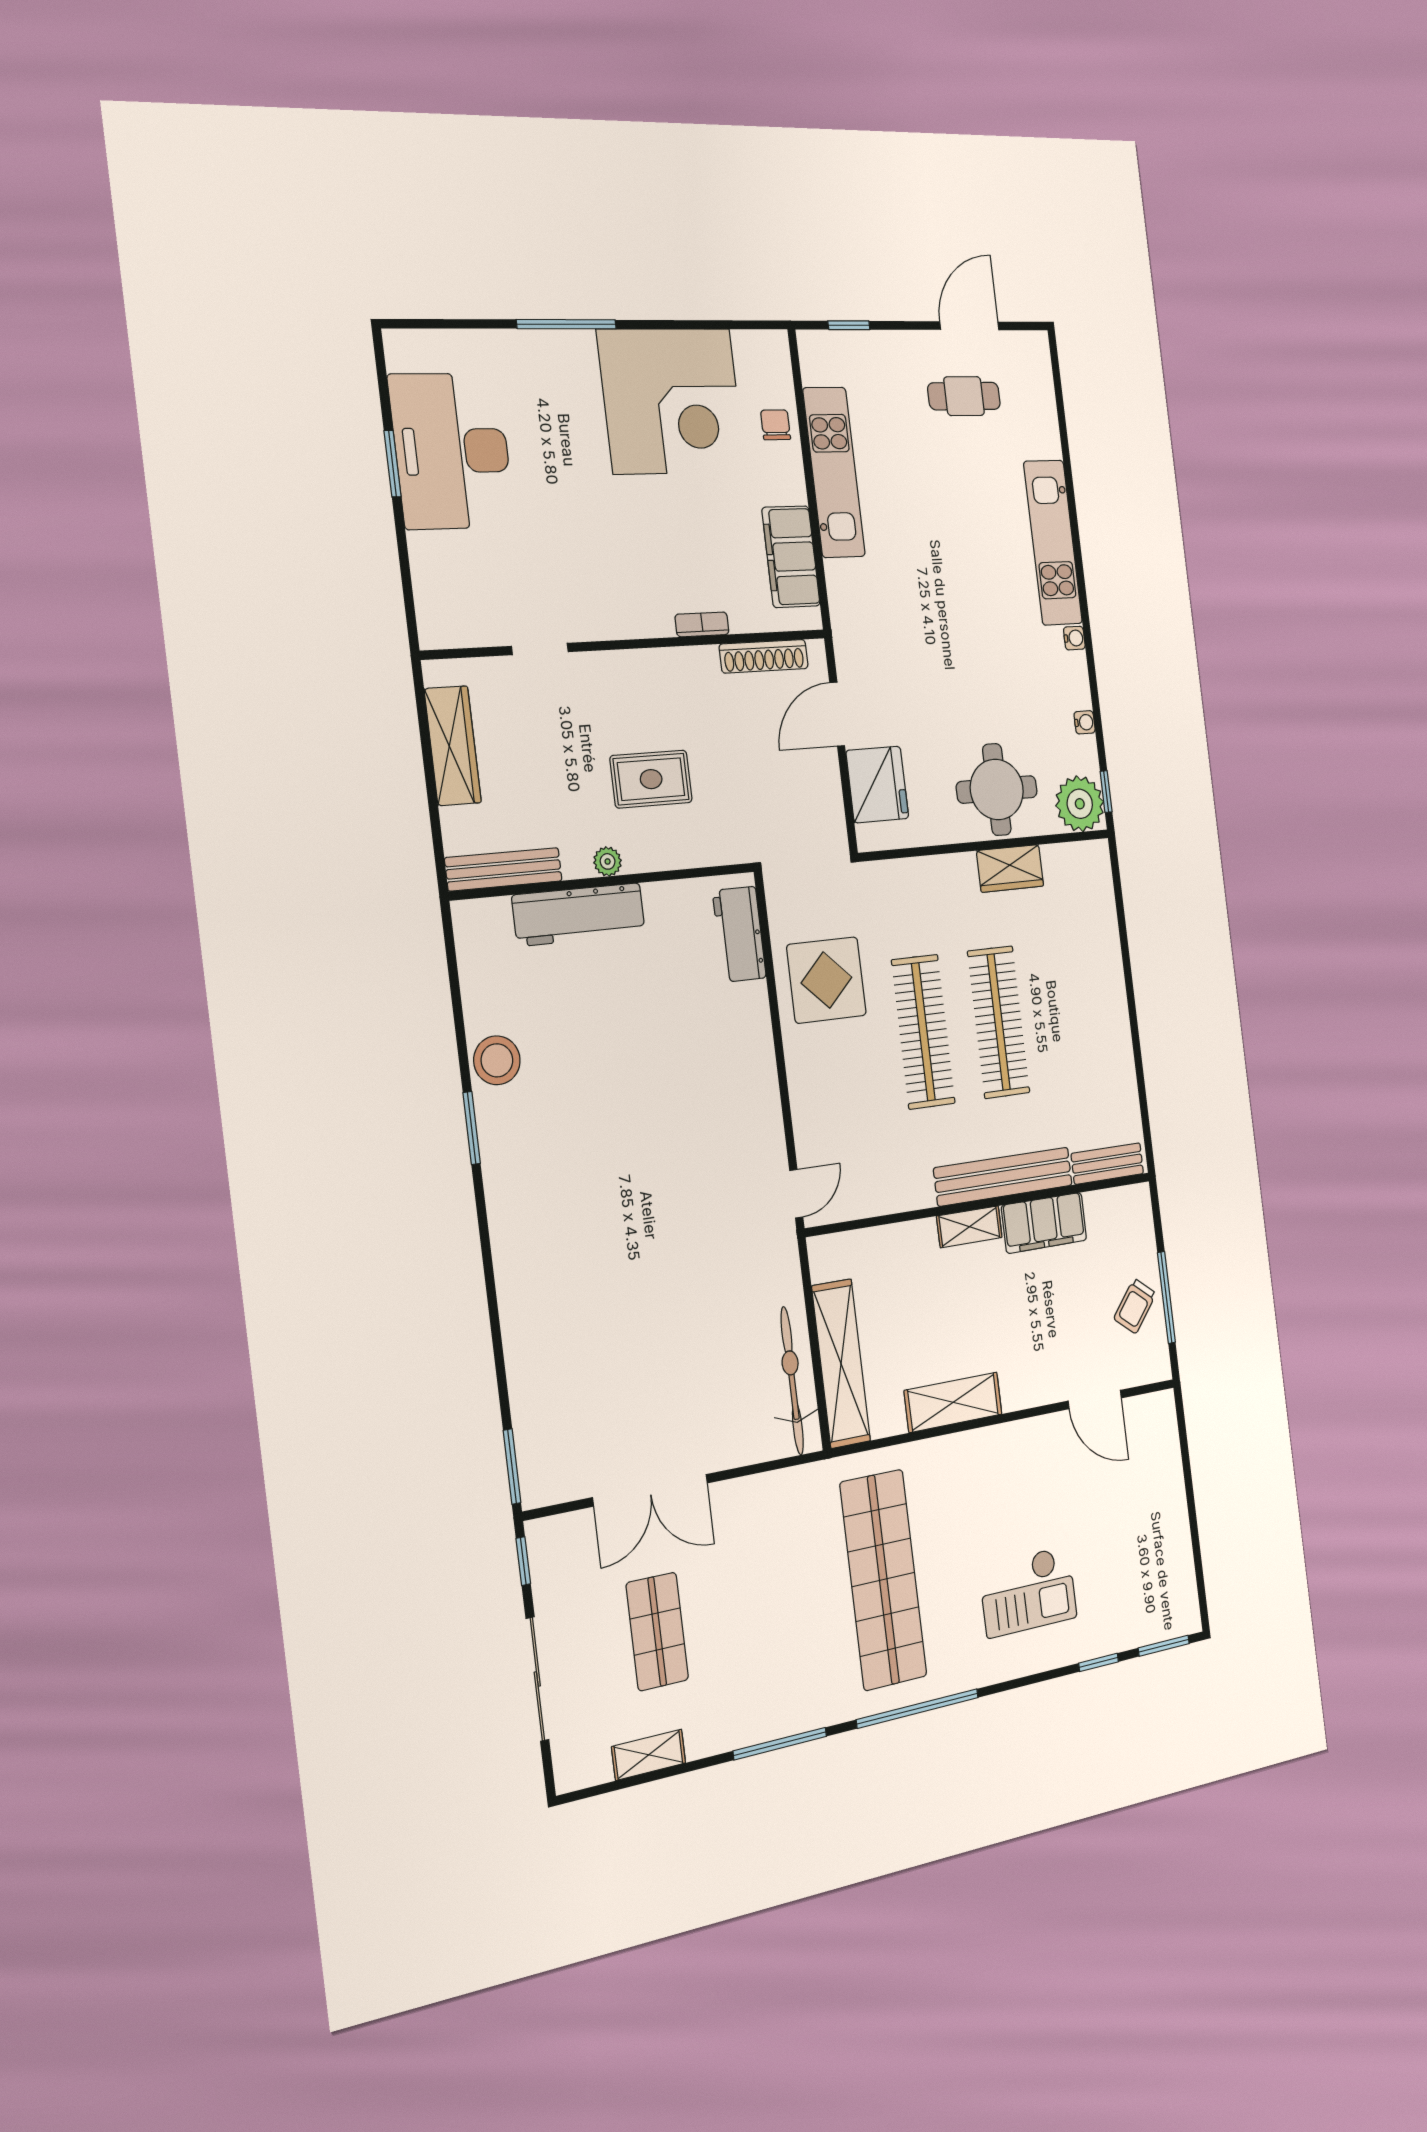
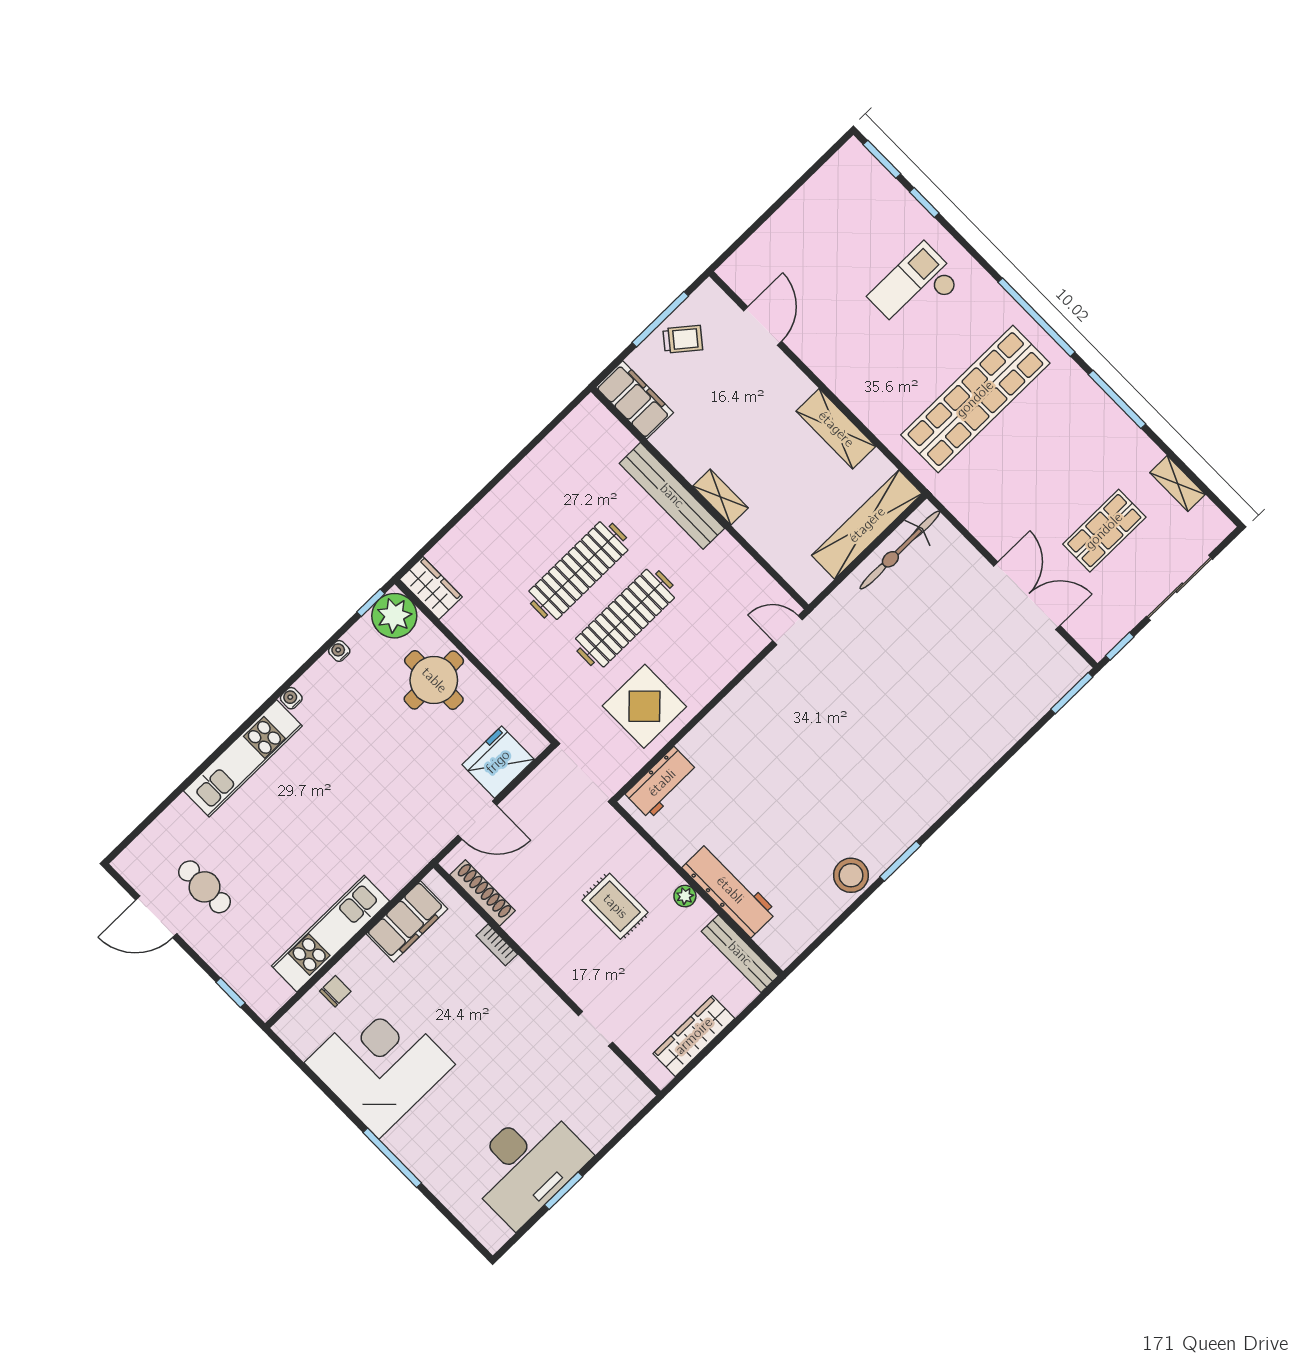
chair: (776, 425) -> (335, 991), turned 180
wardrobe: (1010, 868) -> (431, 588), moved
bench: (1107, 1164) -> (608, 426), removed
filing cabinet: (1044, 1223) -> (635, 400), moved
checkout: (1028, 1592) -> (915, 288), turned -90

